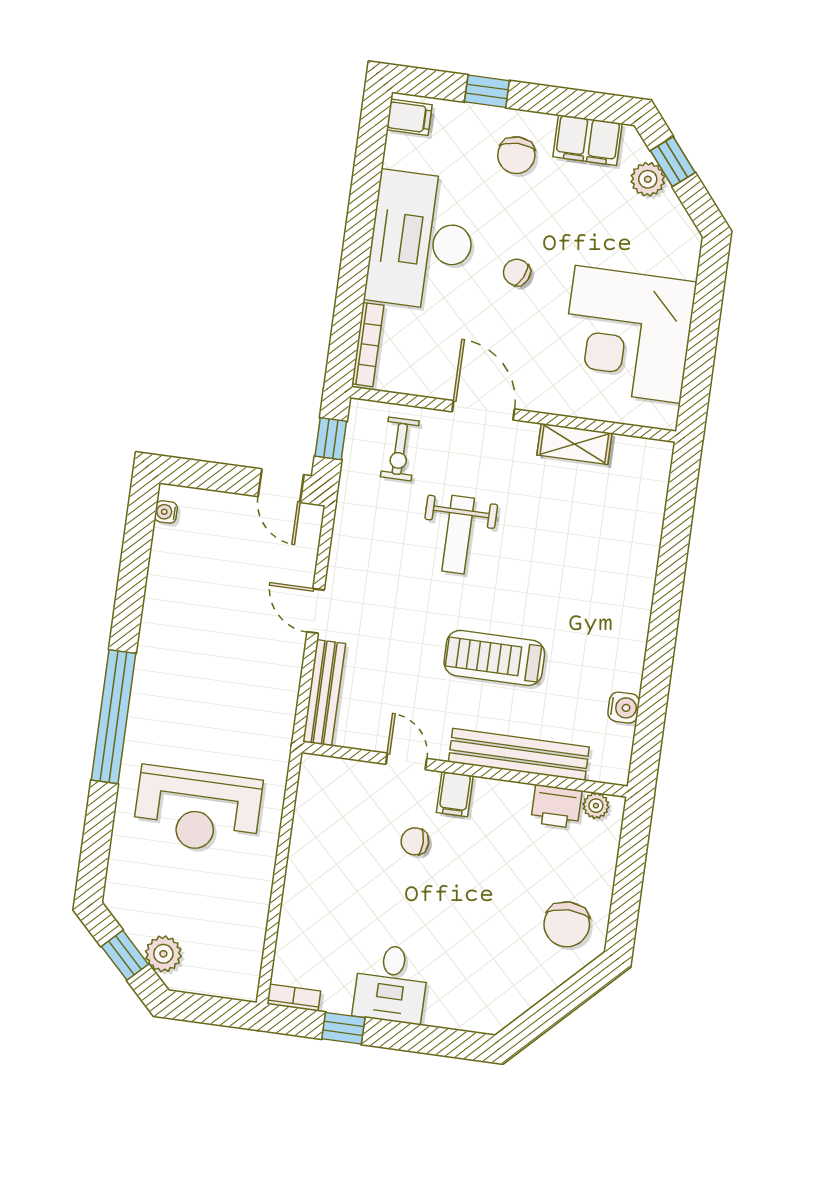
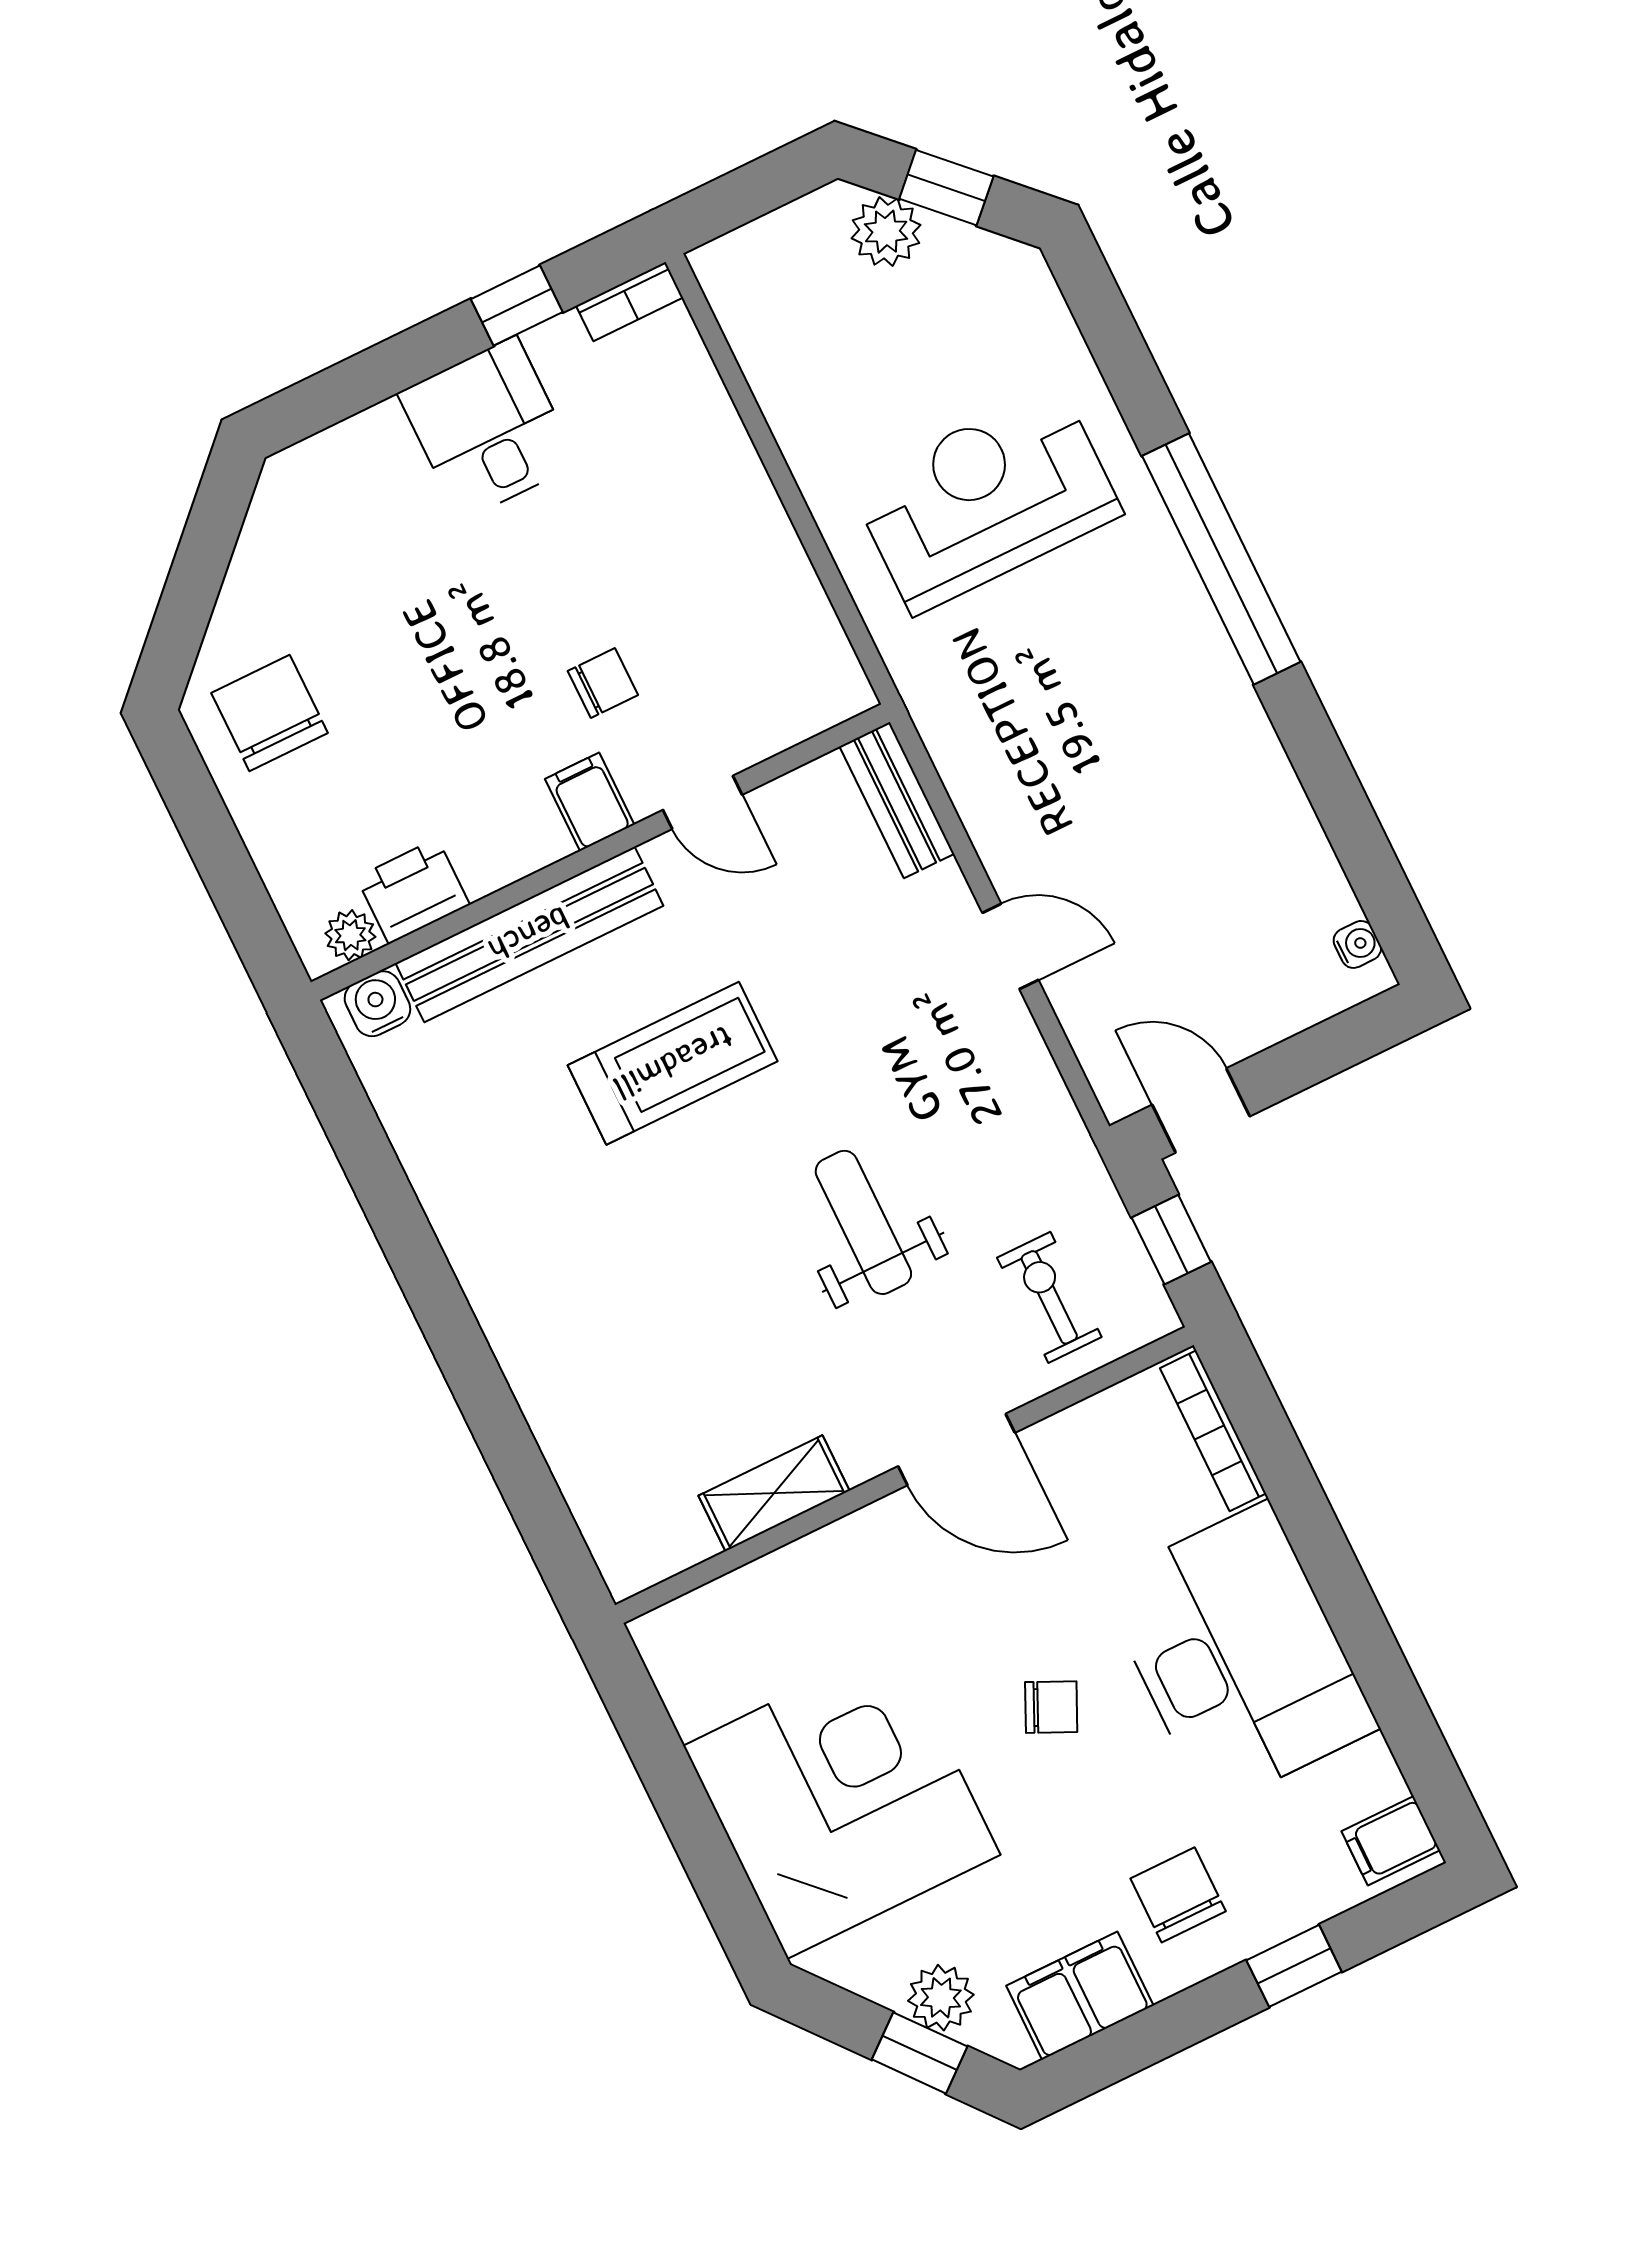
corner desk: (628, 334) -> (842, 1800), moved
bench: (324, 693) -> (897, 800), width x0.73
water cooler: (624, 708) -> (377, 1004), moved, turned 90

